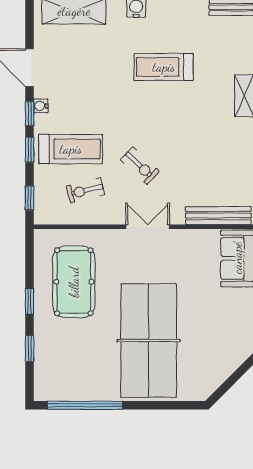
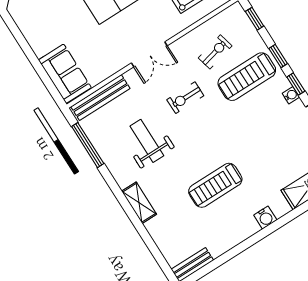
treadmill: (164, 67) -> (215, 185), turned 180
weight bench: (201, 148) -> (147, 141), added
exercise bike: (140, 166) -> (185, 98), turned -43

